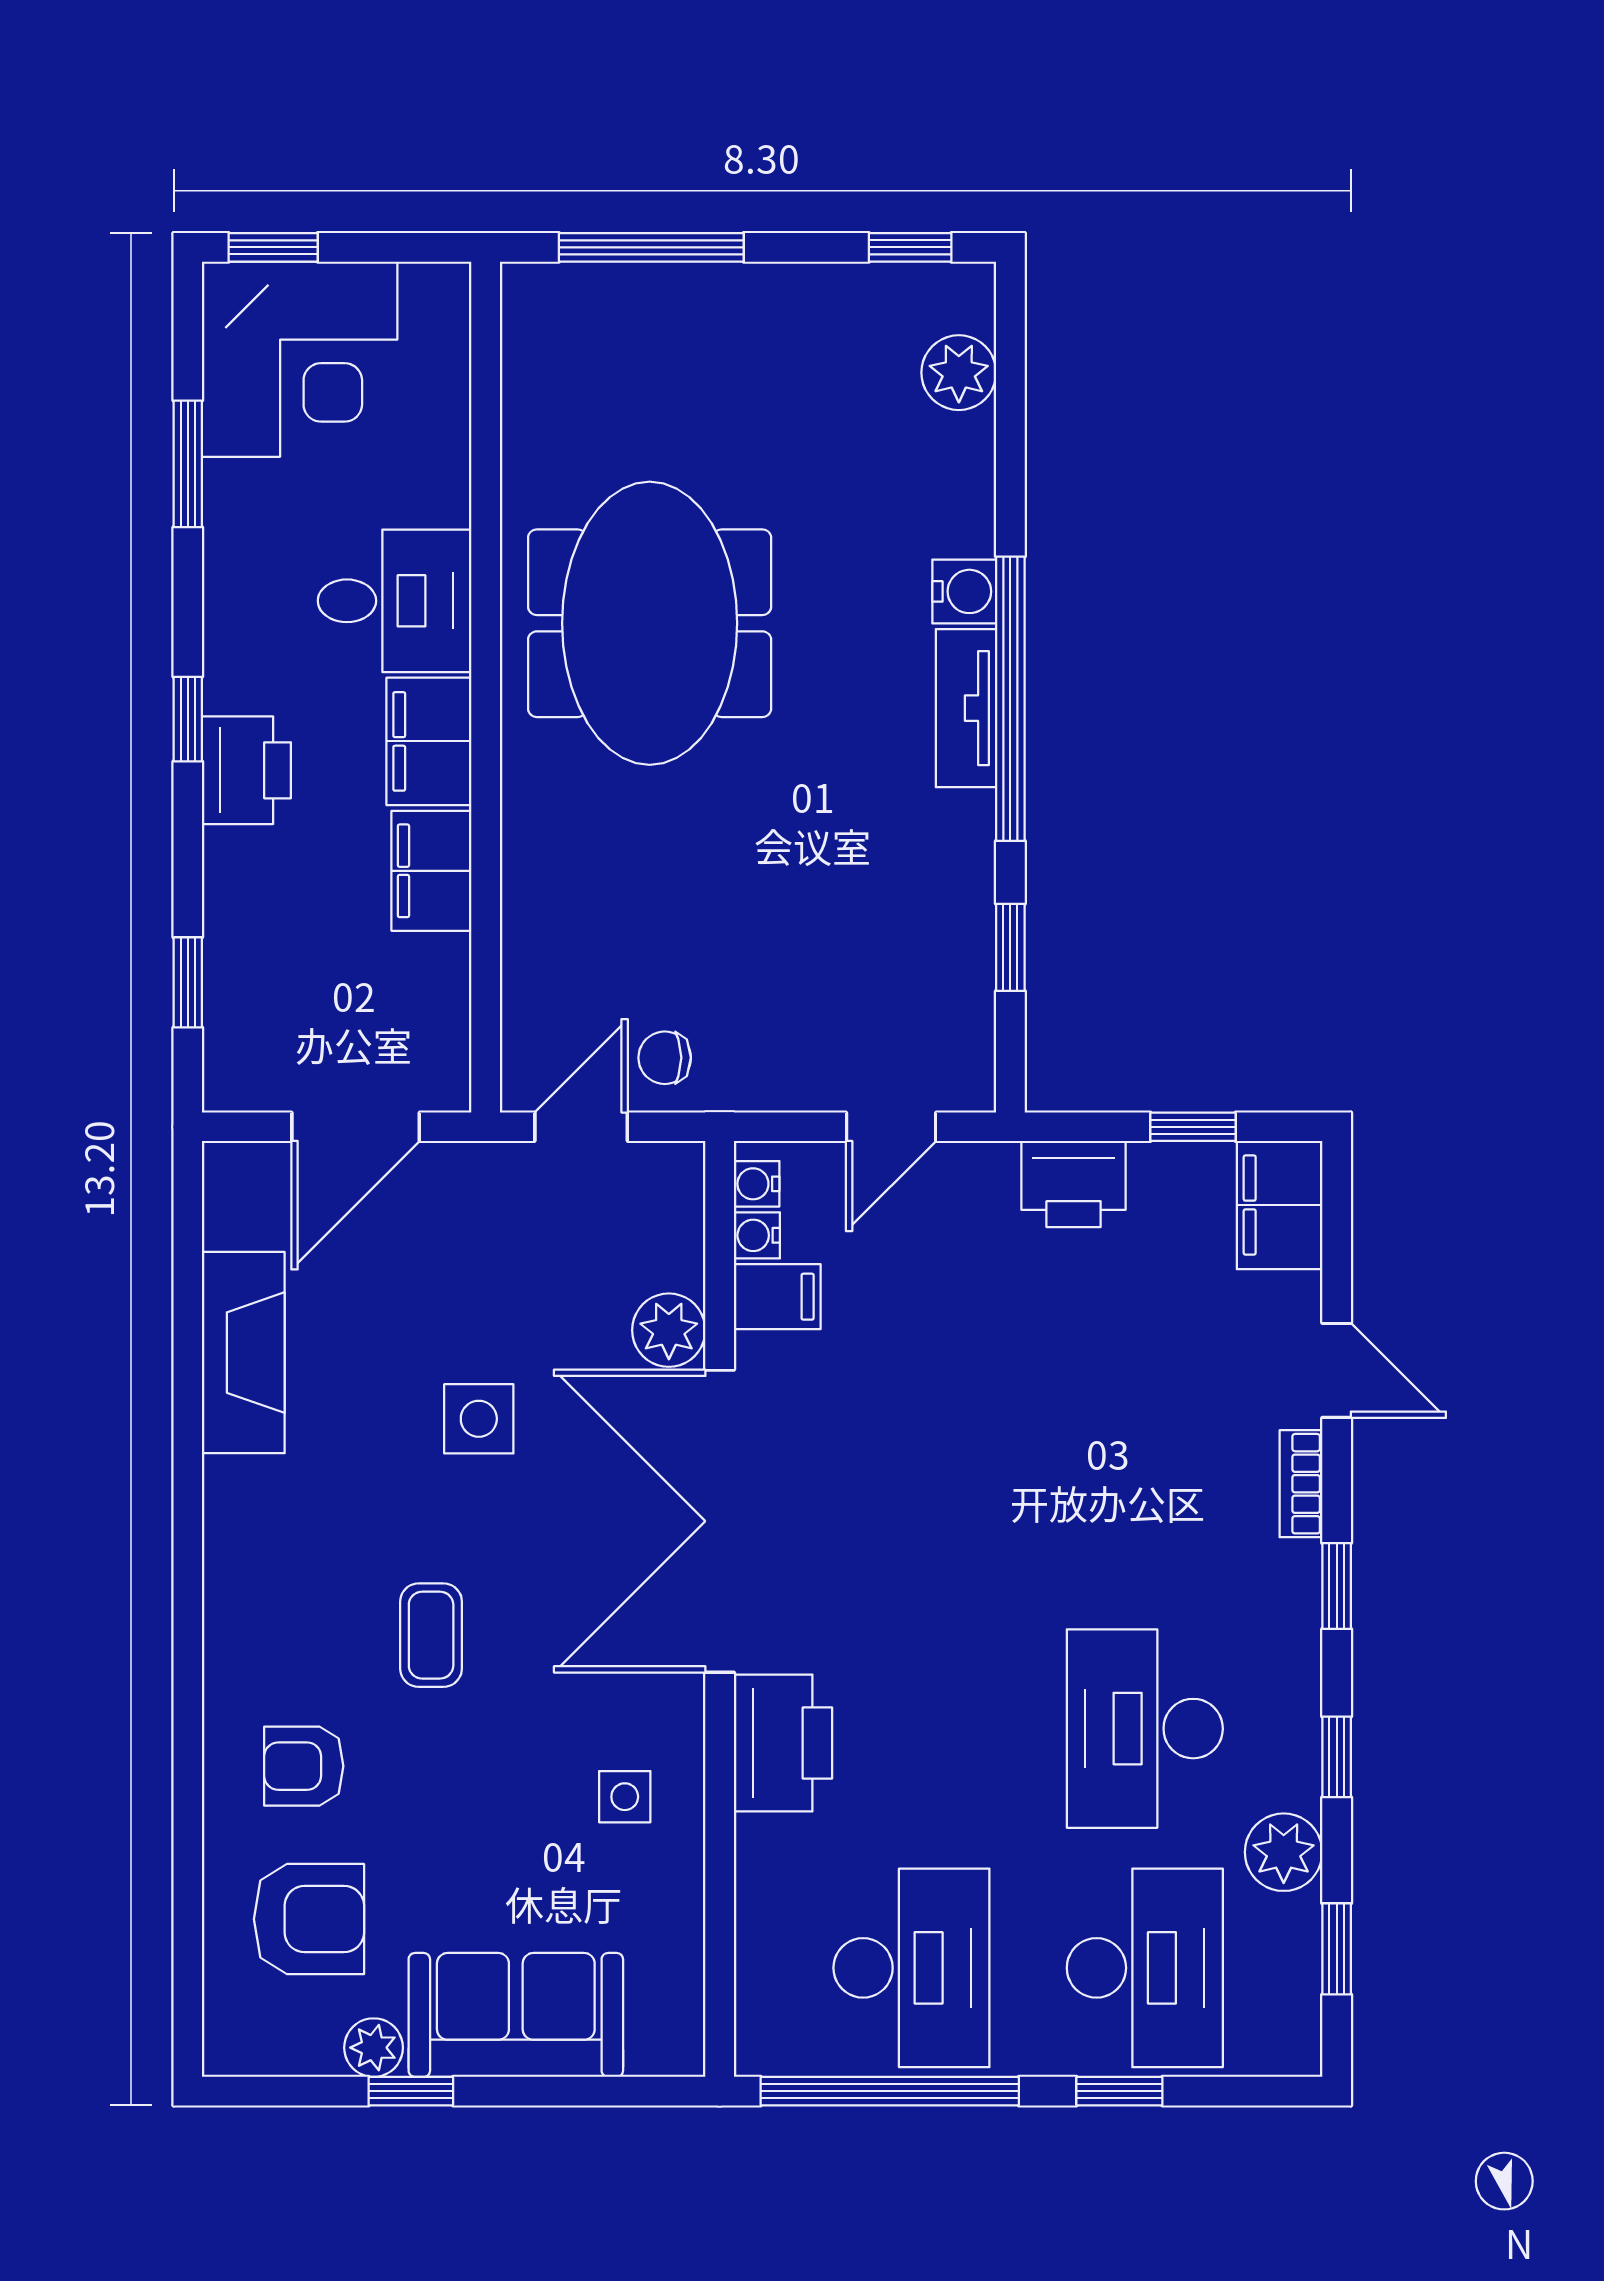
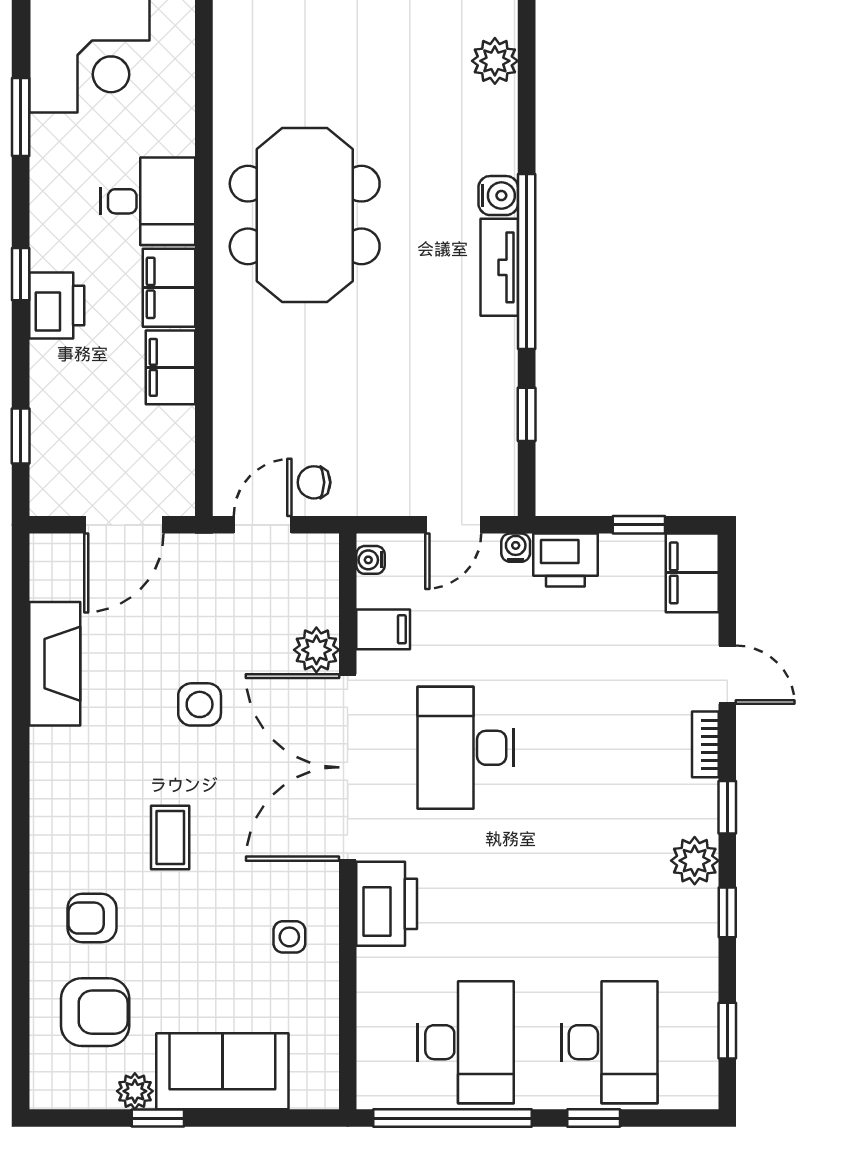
water cooler: (757, 1235) -> (516, 548), moved, turned 90
desk: (1145, 1729) -> (466, 748), moved
plant: (1284, 1852) -> (695, 861), moved

